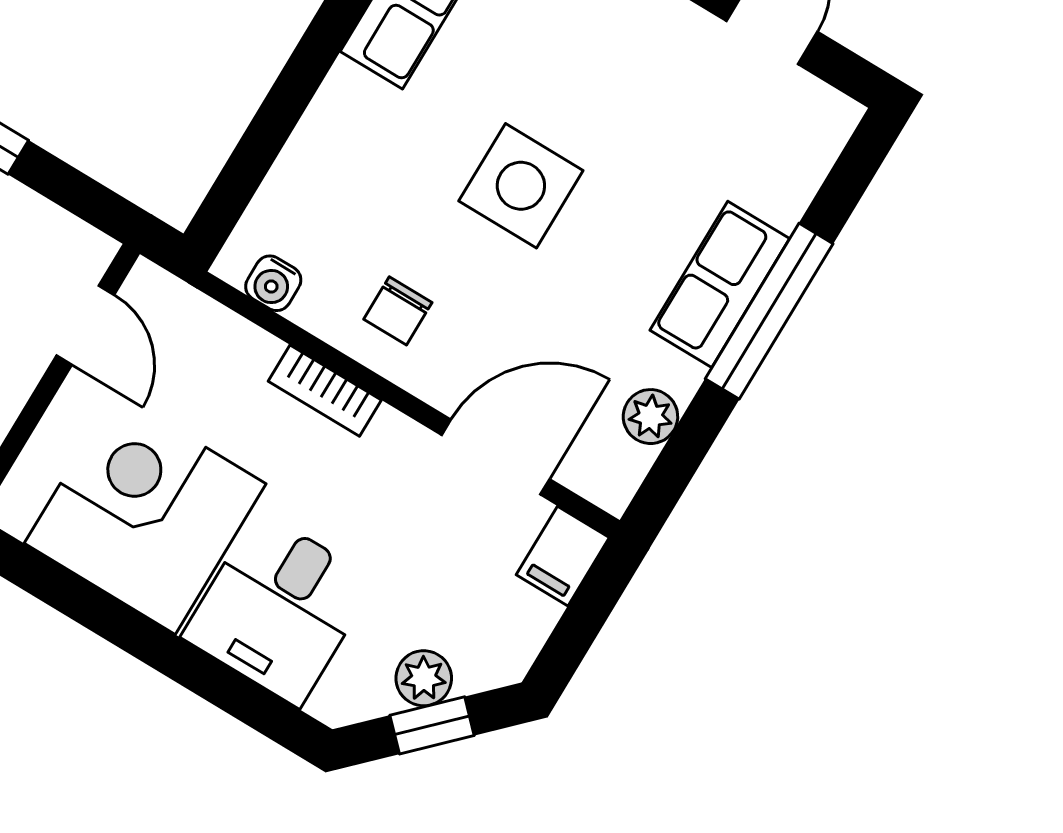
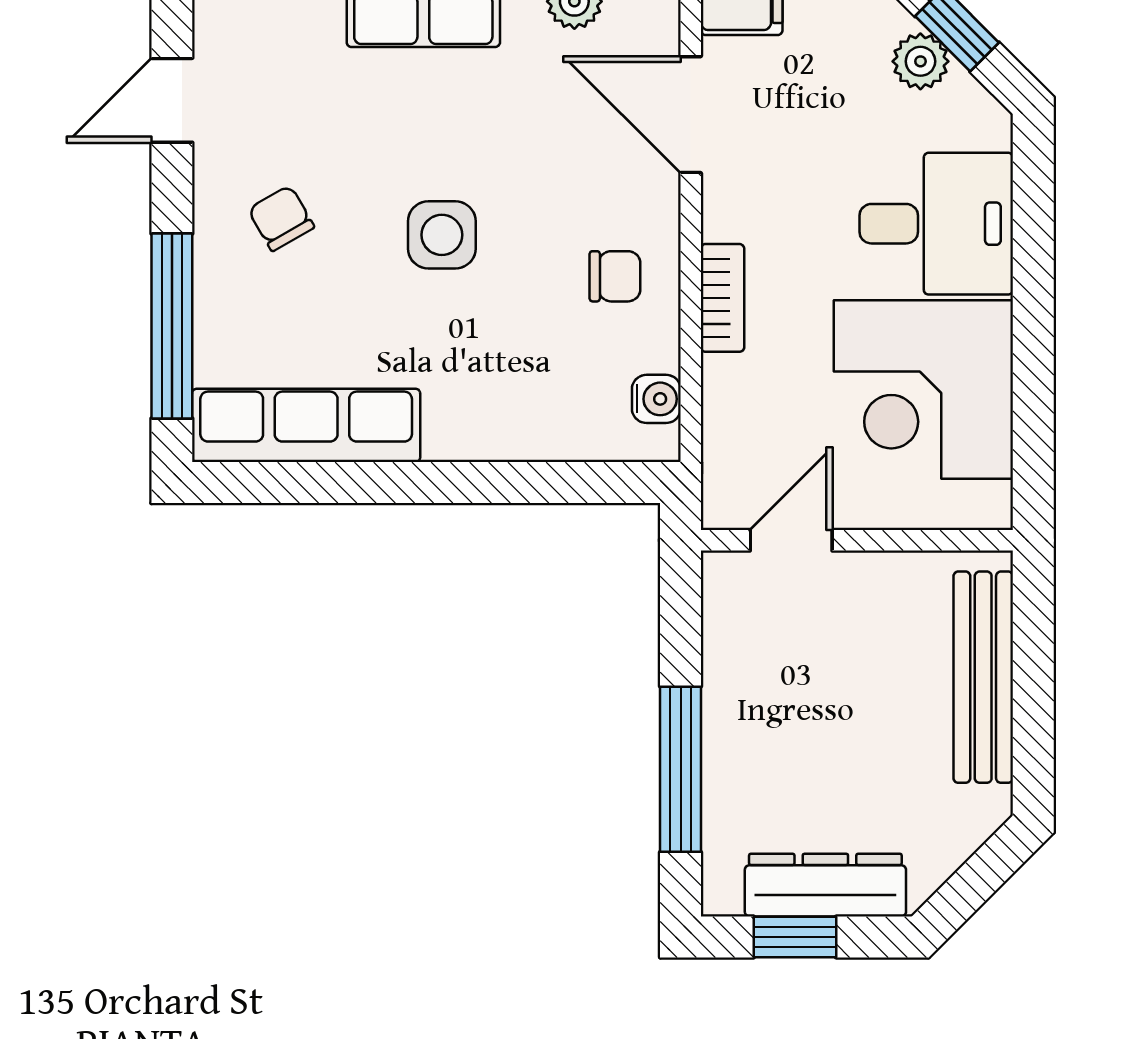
chair: (617, 59) -> (281, 218), added
side table: (521, 186) -> (442, 235), width x0.73, depth x0.73

